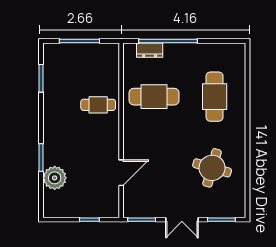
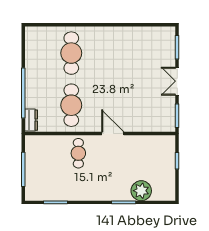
dresser: (150, 50) -> (31, 120), moved
cafe table: (215, 97) -> (71, 53), turned 90
round table: (212, 168) -> (133, 55), removed
door: (121, 173) -> (113, 133), moved
double door: (182, 220) -> (177, 81), swing flipped

